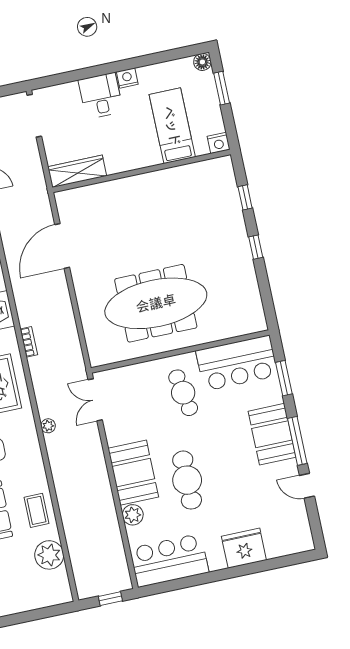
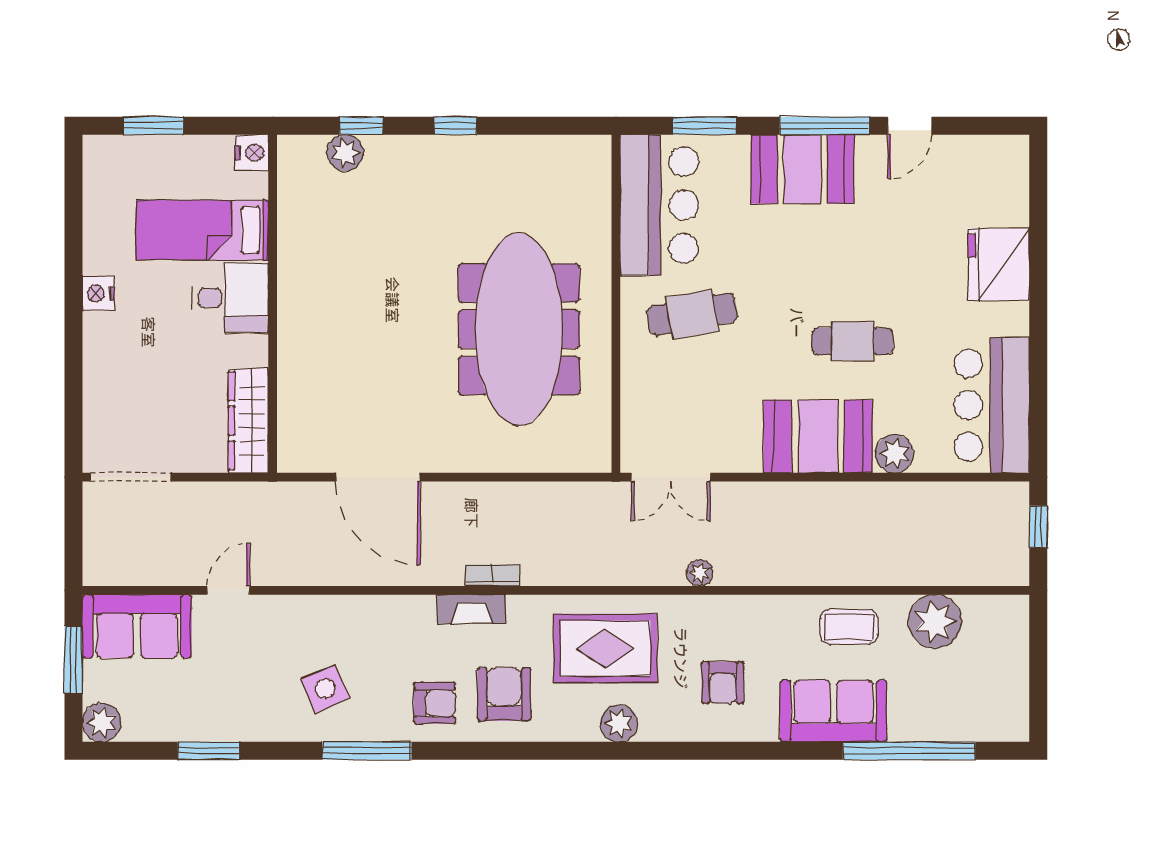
floor lamp: (202, 62) -> (98, 151), removed
desk: (101, 96) -> (231, 298), moved, turned 180
plant: (229, 192) -> (345, 153), added
bookcase: (29, 342) -> (492, 575), moved
cafe table: (187, 480) -> (853, 341), width x0.73, depth x0.74

